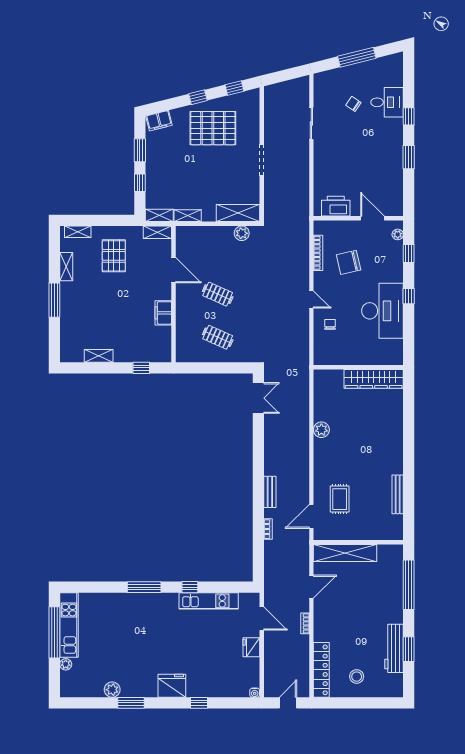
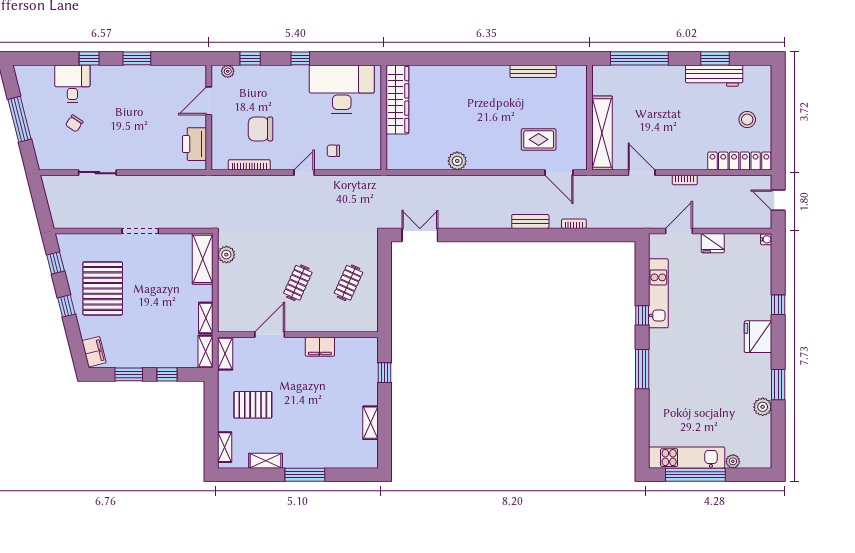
chair: (349, 262) -> (261, 129), turned 103
desk: (382, 311) -> (342, 89), moved

